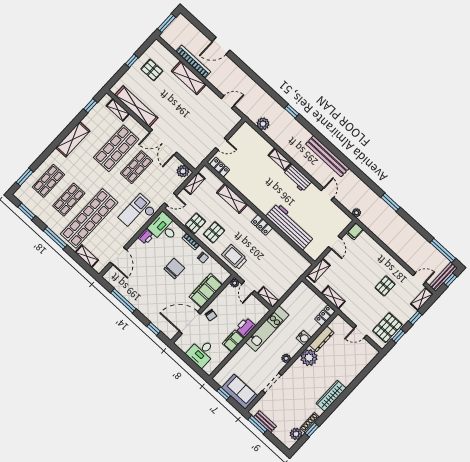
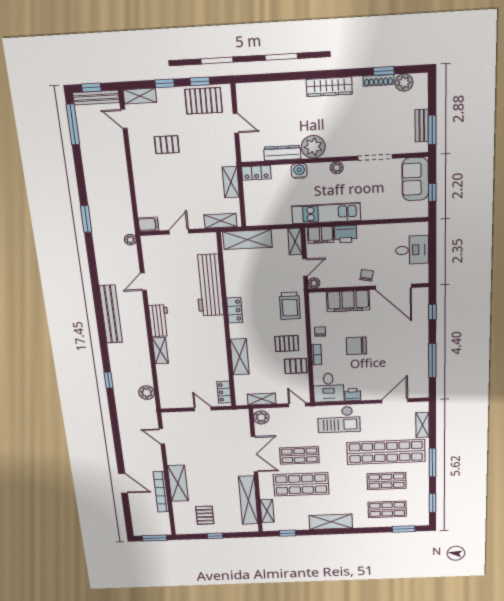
shelving: (294, 274) -> (247, 240), added
filing cabinet: (233, 341) -> (321, 235), moved

